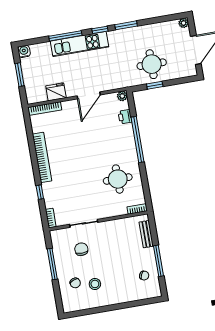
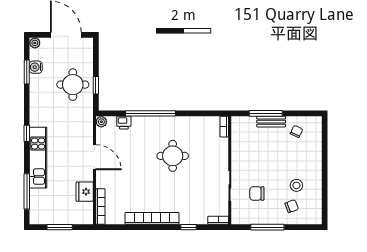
window: (126, 25) -> (27, 72), moved
window: (65, 36) -> (27, 191), moved
water cooler: (24, 51) -> (36, 67), moved
round table: (118, 179) -> (173, 156), moved
bench: (146, 234) -> (271, 122), moved
window: (158, 261) -> (266, 113), moved

